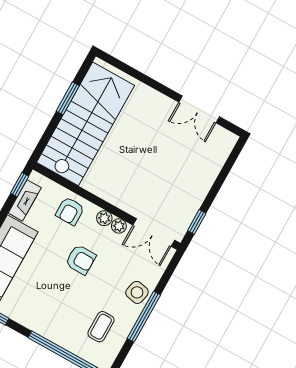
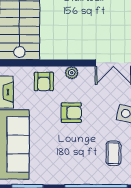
plant: (119, 226) -> (85, 72), removed

